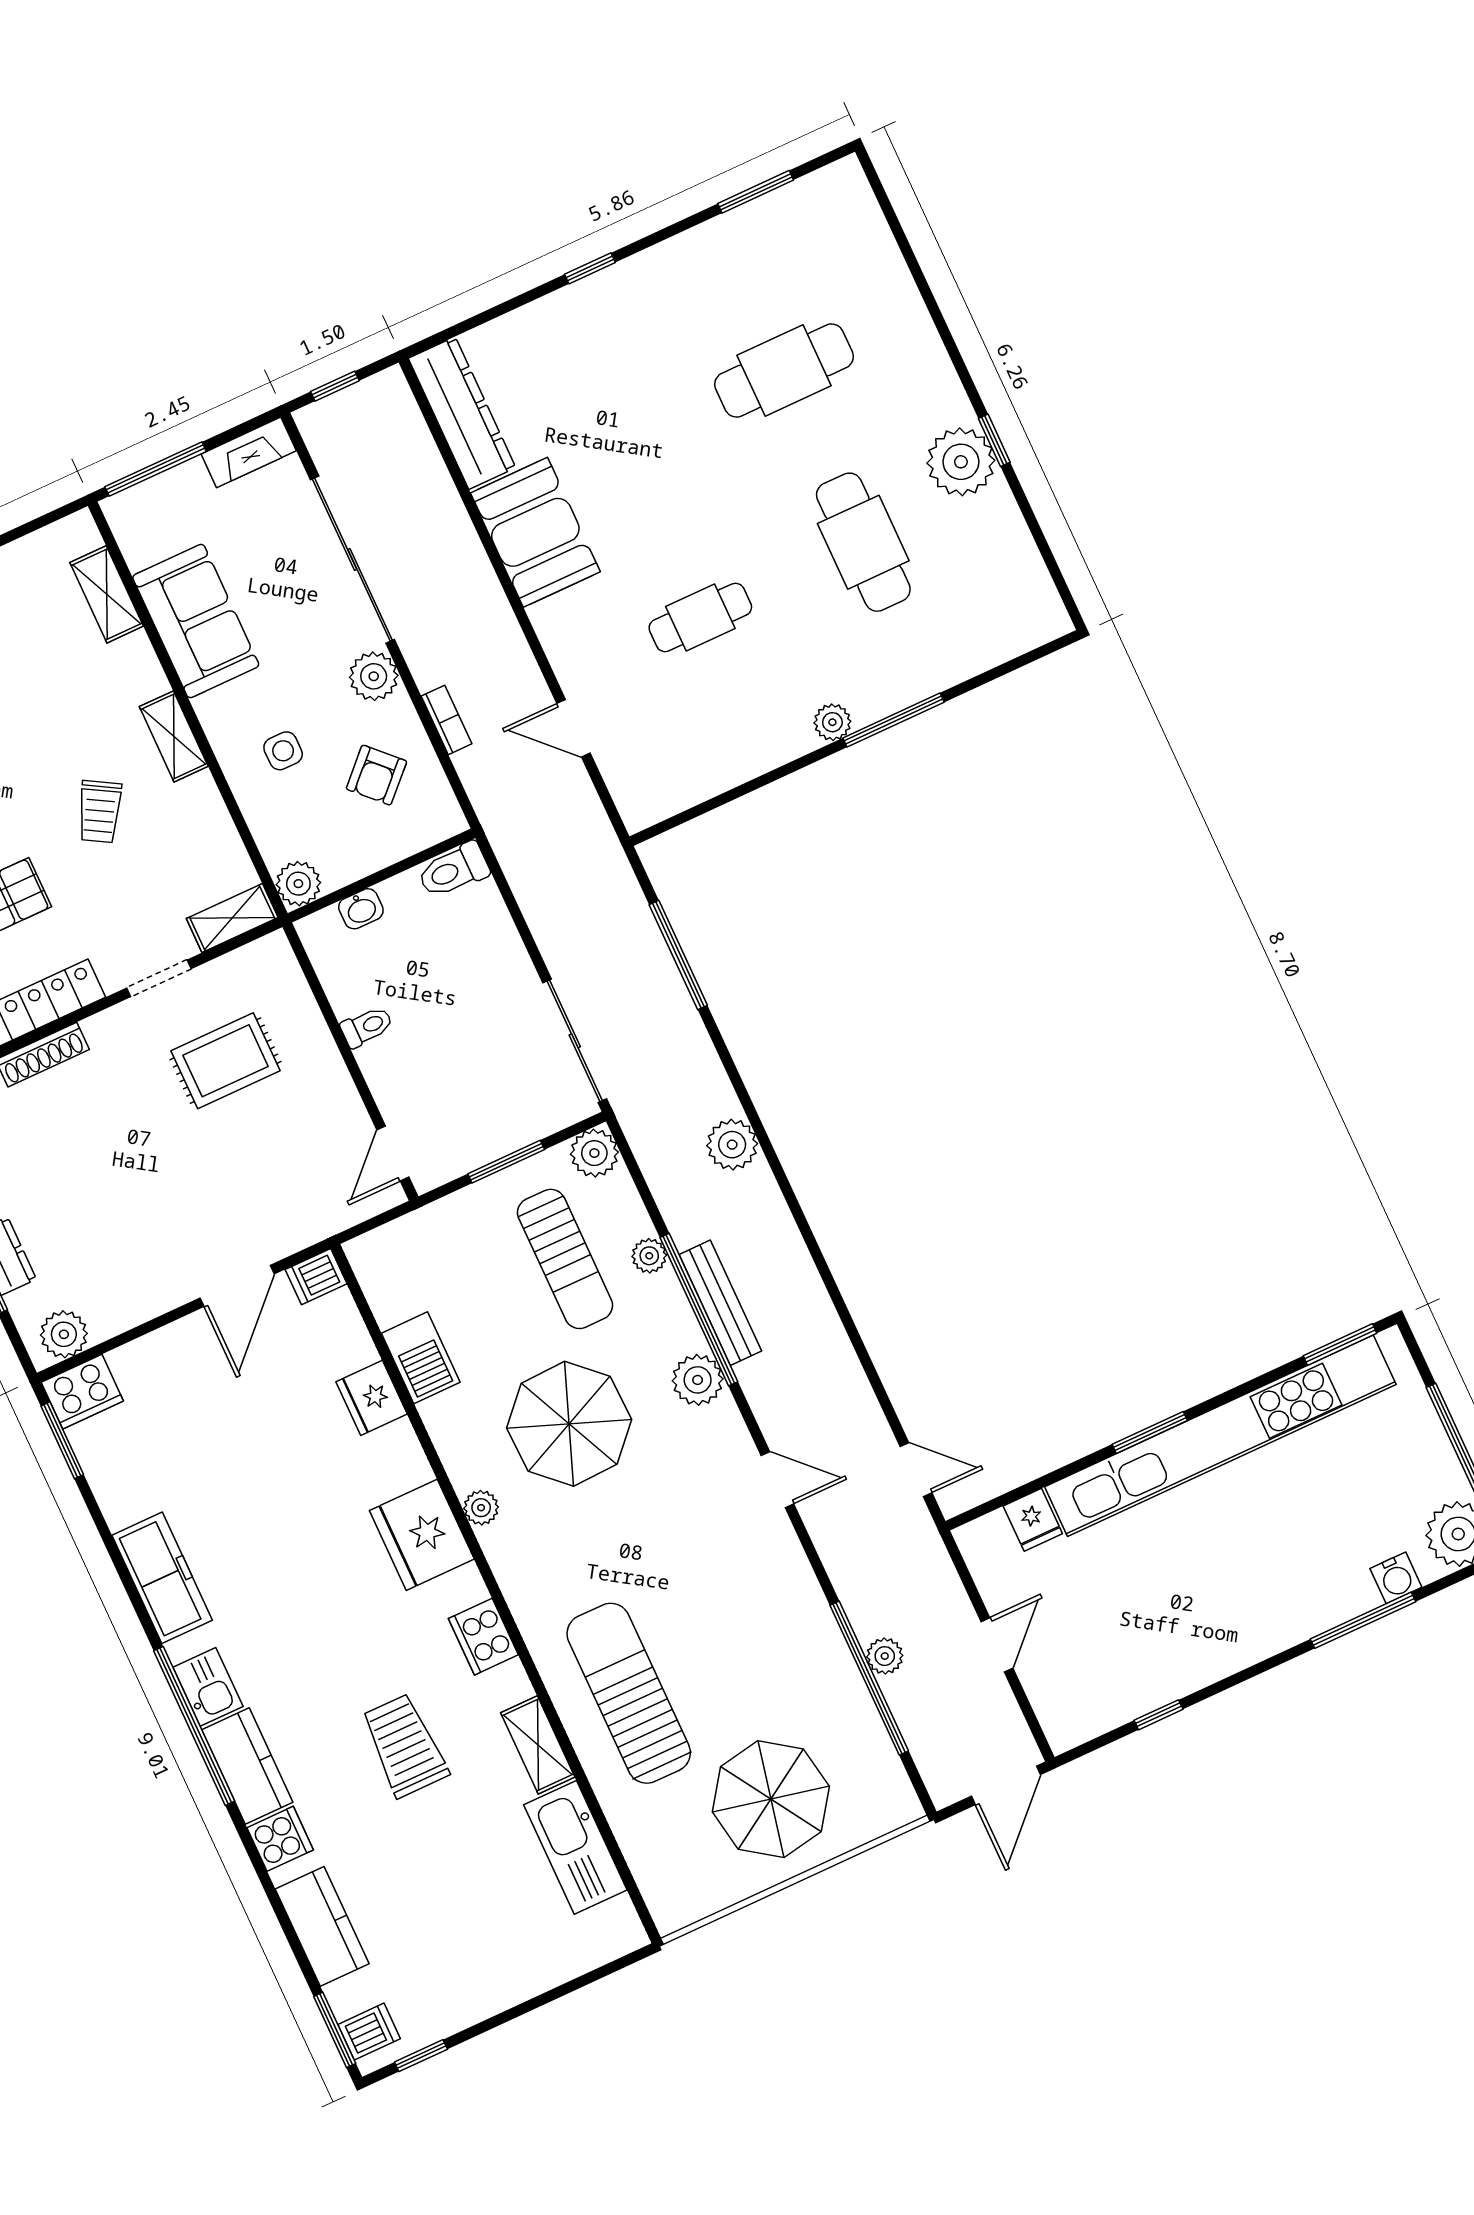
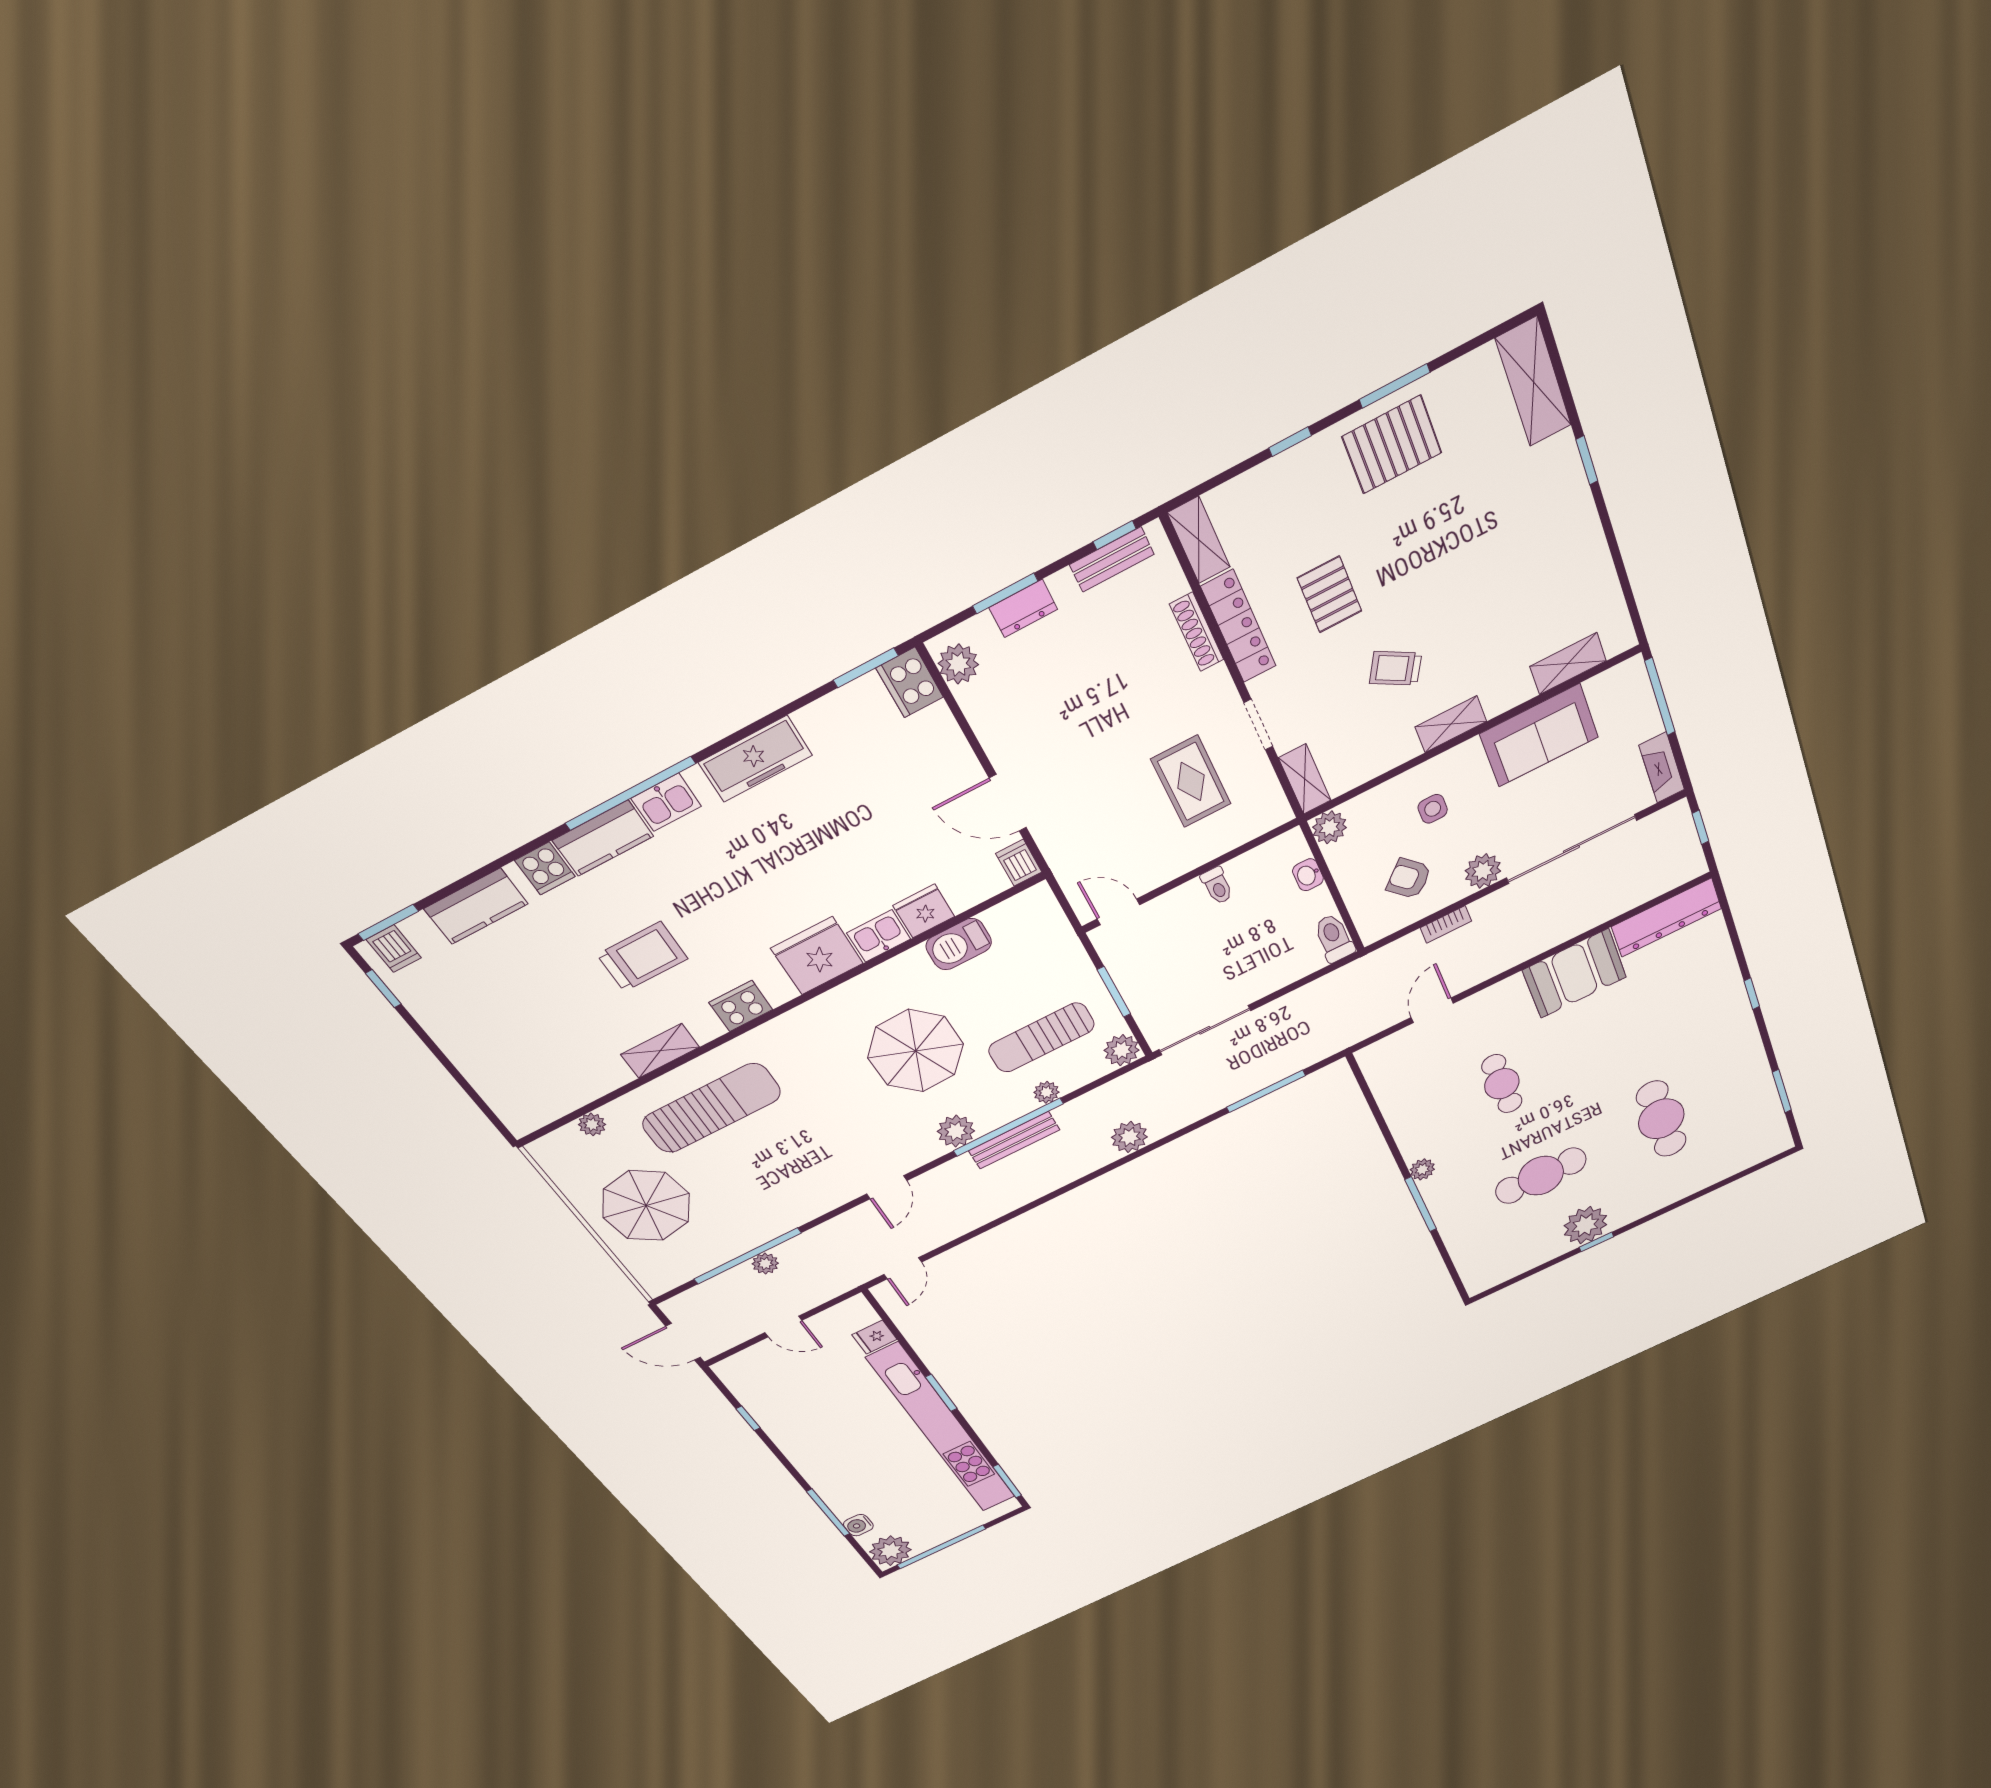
plant: (481, 1508) -> (592, 1124), moved
kitchen sink: (575, 1847) -> (879, 936), moved, width x0.53, depth x0.81

